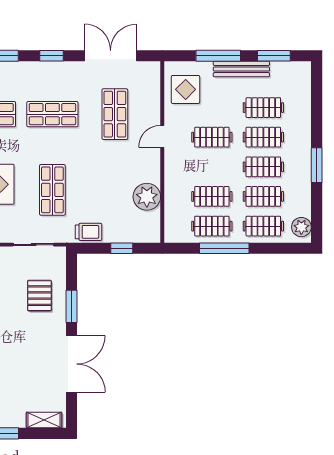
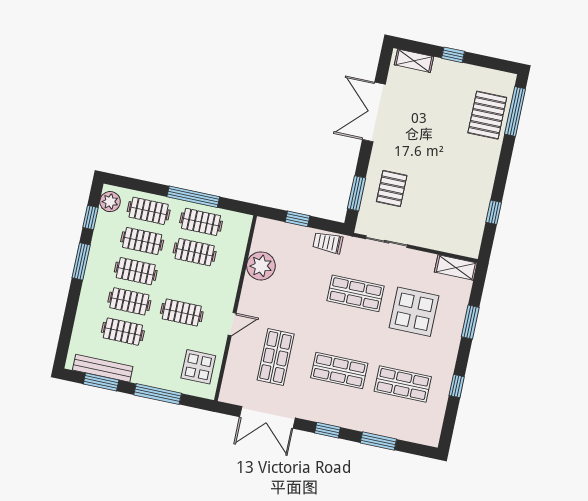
bench: (241, 69) -> (103, 368), moved
shop shelf: (52, 190) -> (356, 293), turned 90
window: (317, 208) -> (90, 217), added
window: (71, 306) -> (357, 193), moved

